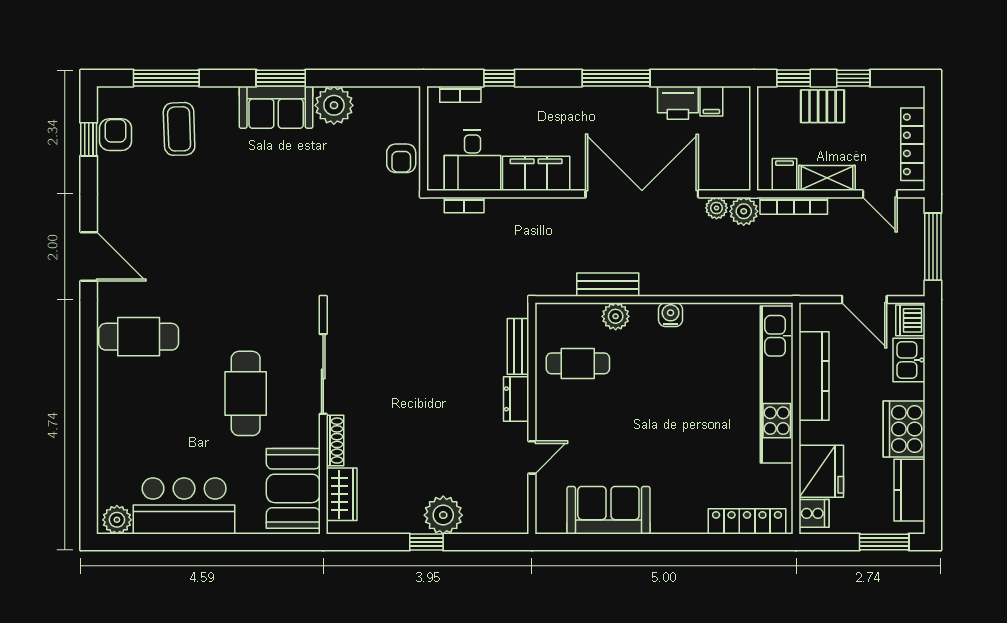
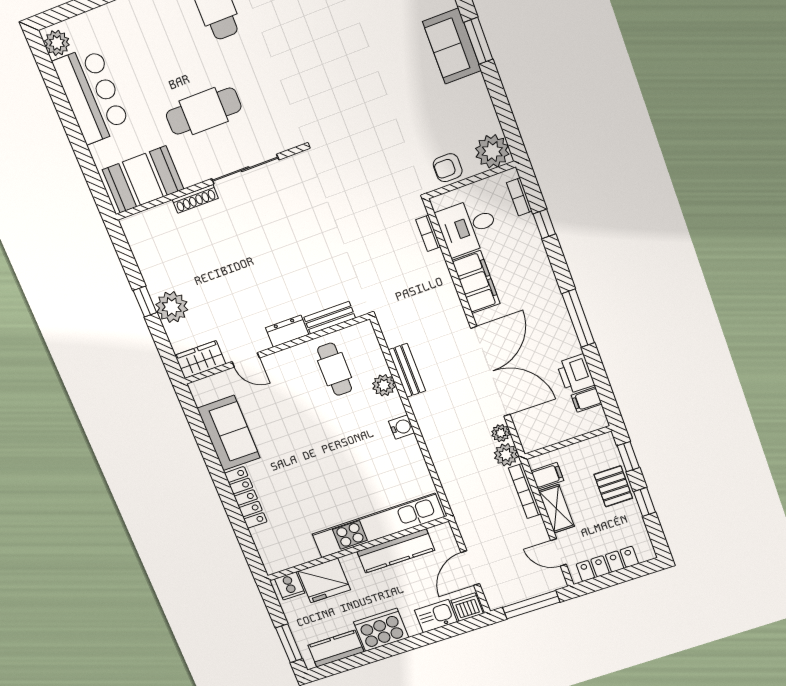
plant: (334, 105) -> (492, 151), moved
door: (880, 194) -> (558, 552), hinge flipped
wardrobe: (342, 494) -> (200, 360), moved, turned 180
locker: (747, 521) -> (246, 498), moved

